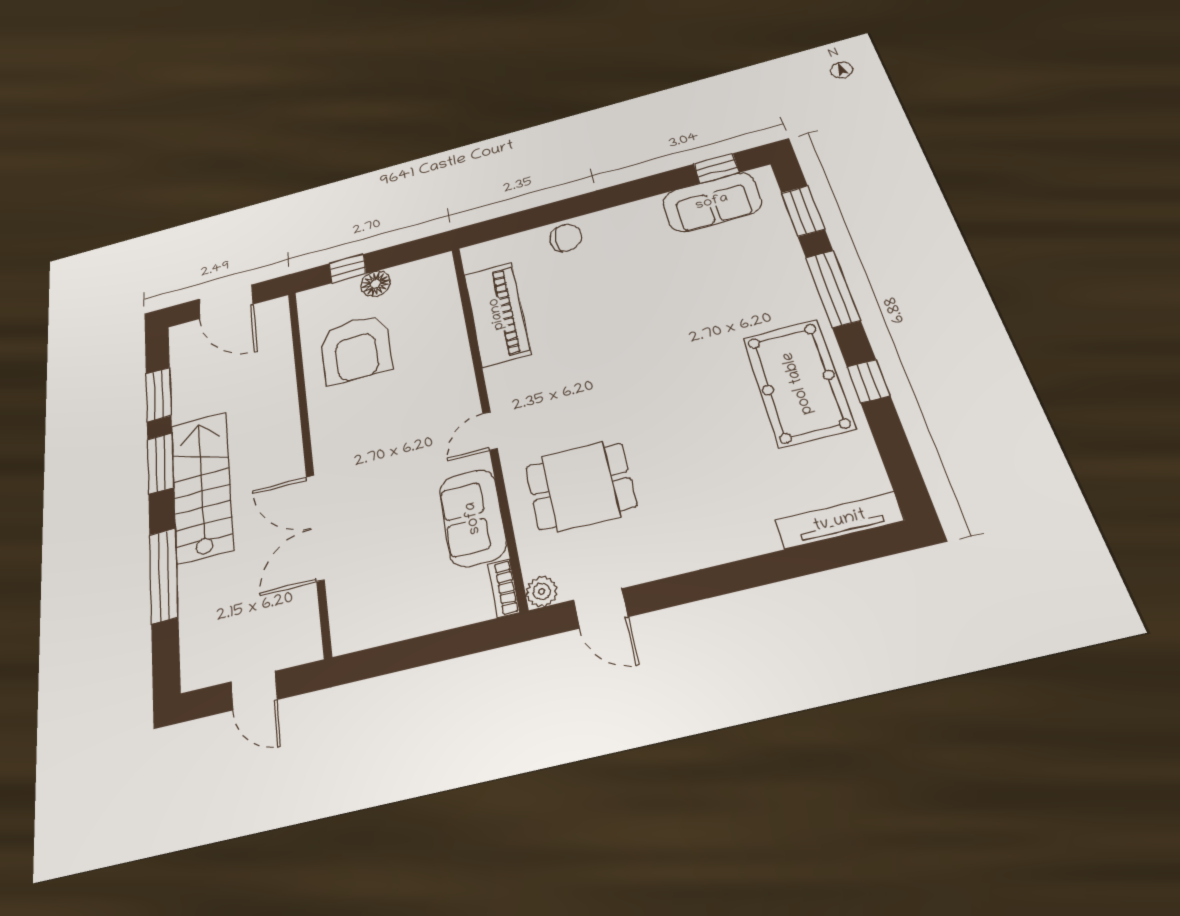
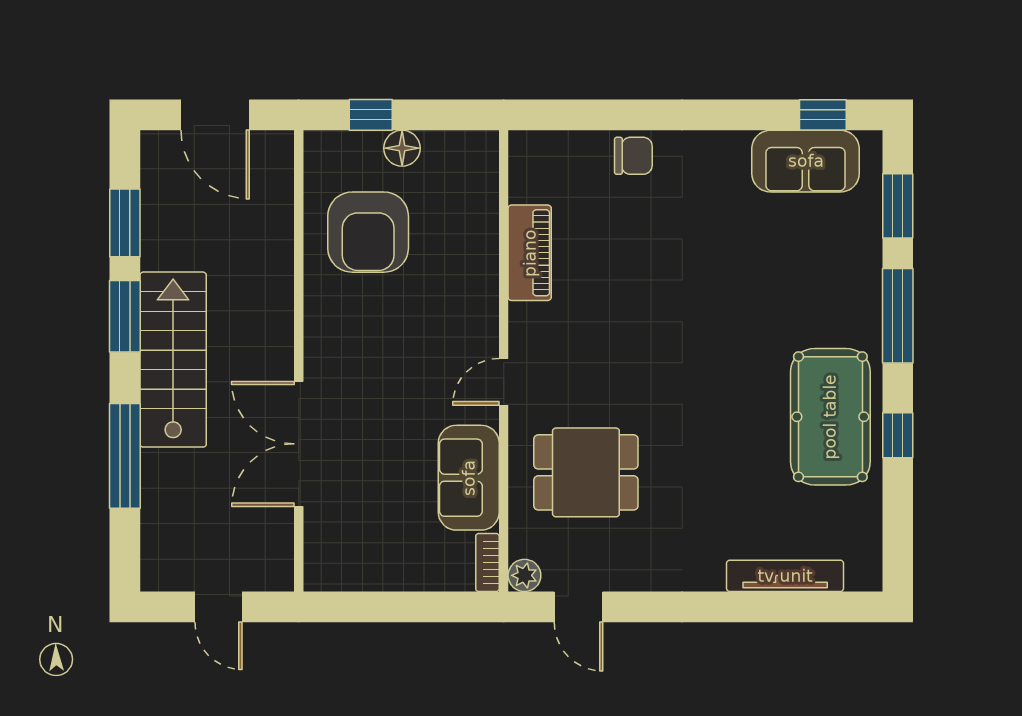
piano: (497, 314) -> (530, 253), width x0.73, depth x0.75
tv unit: (840, 521) -> (785, 576), moved

